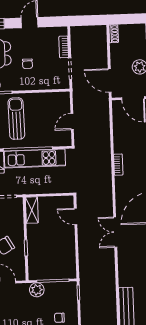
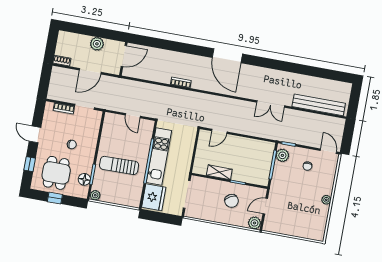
door: (110, 80) -> (90, 71), moved
shelving: (32, 210) -> (219, 172), moved
double door: (115, 232) -> (271, 104), moved
plant: (37, 290) -> (282, 155), moved

